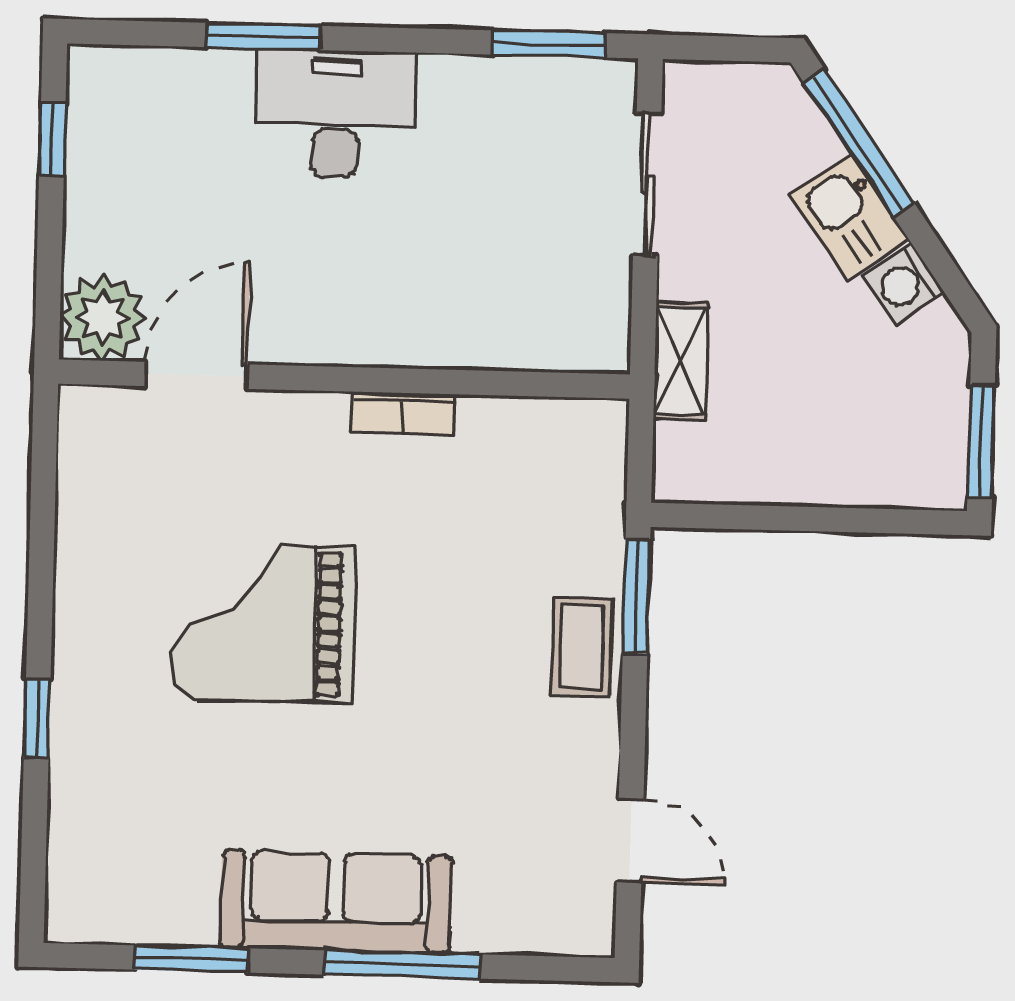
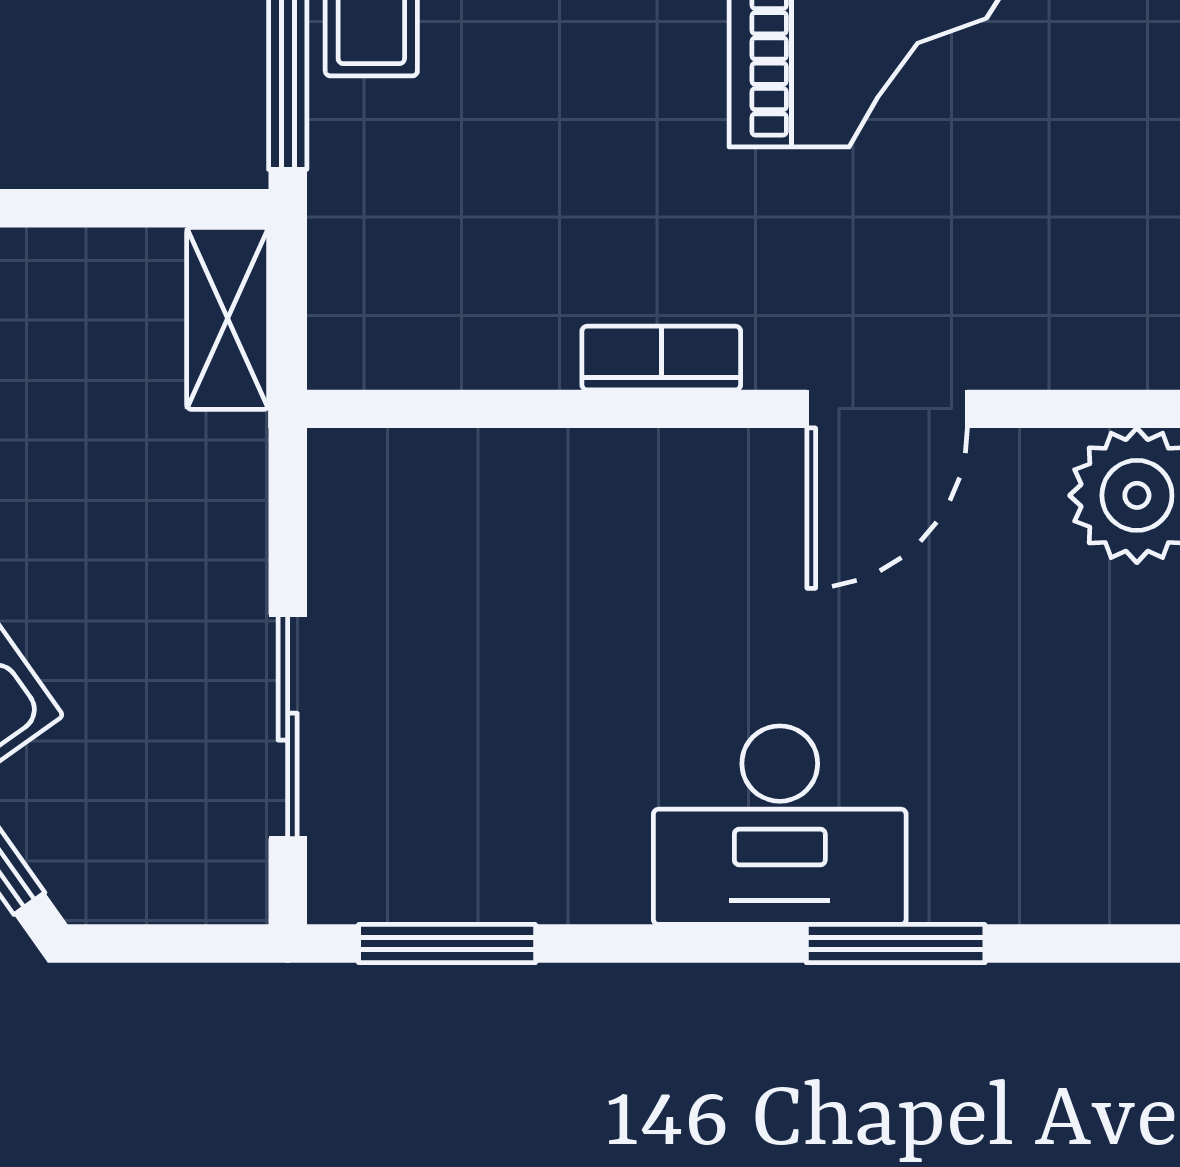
shelving: (681, 361) -> (228, 318), moved
door: (196, 375) -> (887, 409), moved

